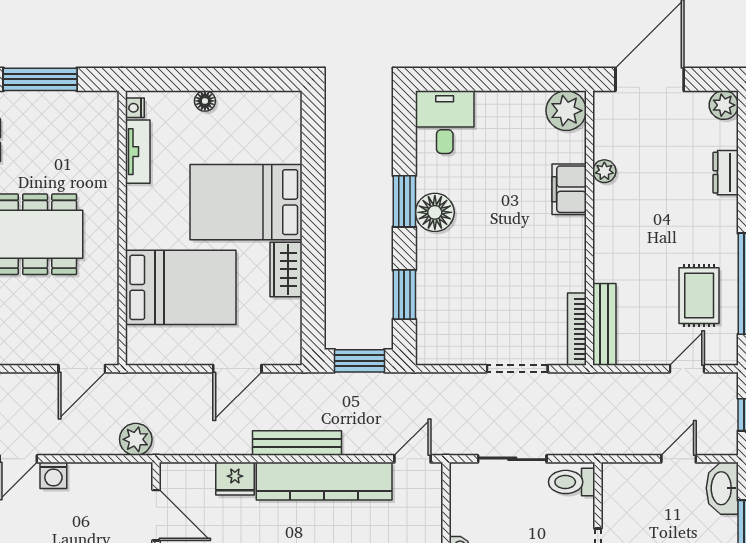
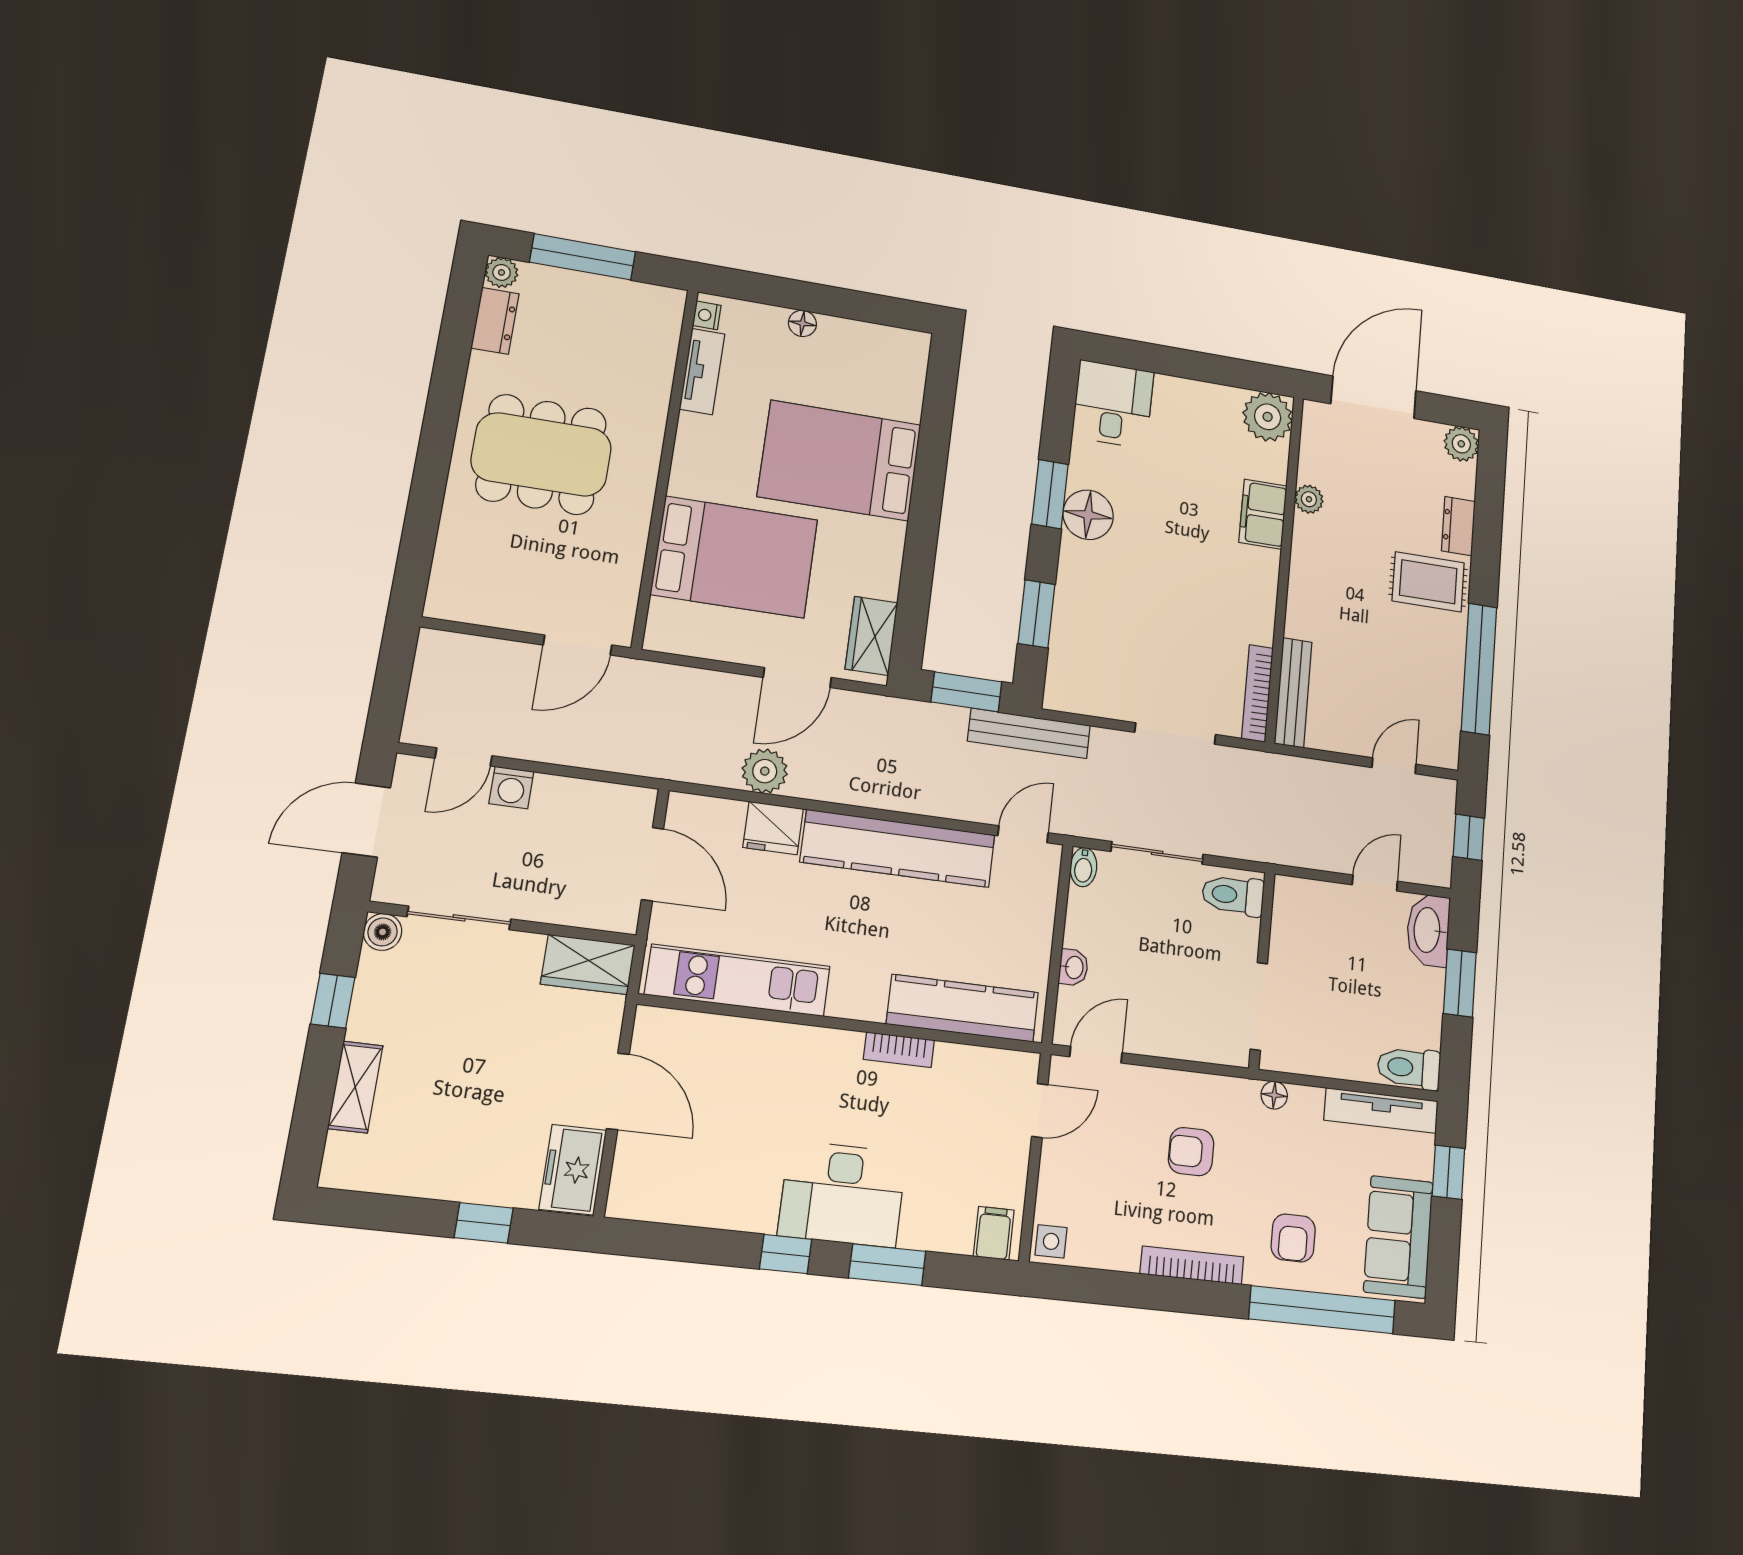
wardrobe: (286, 269) -> (871, 636), moved
rug: (699, 296) -> (1428, 582), moved, turned 90
plant: (136, 439) -> (765, 771), moved
bench: (297, 443) -> (1029, 733), moved
bidet: (459, 476) -> (1083, 867), added

